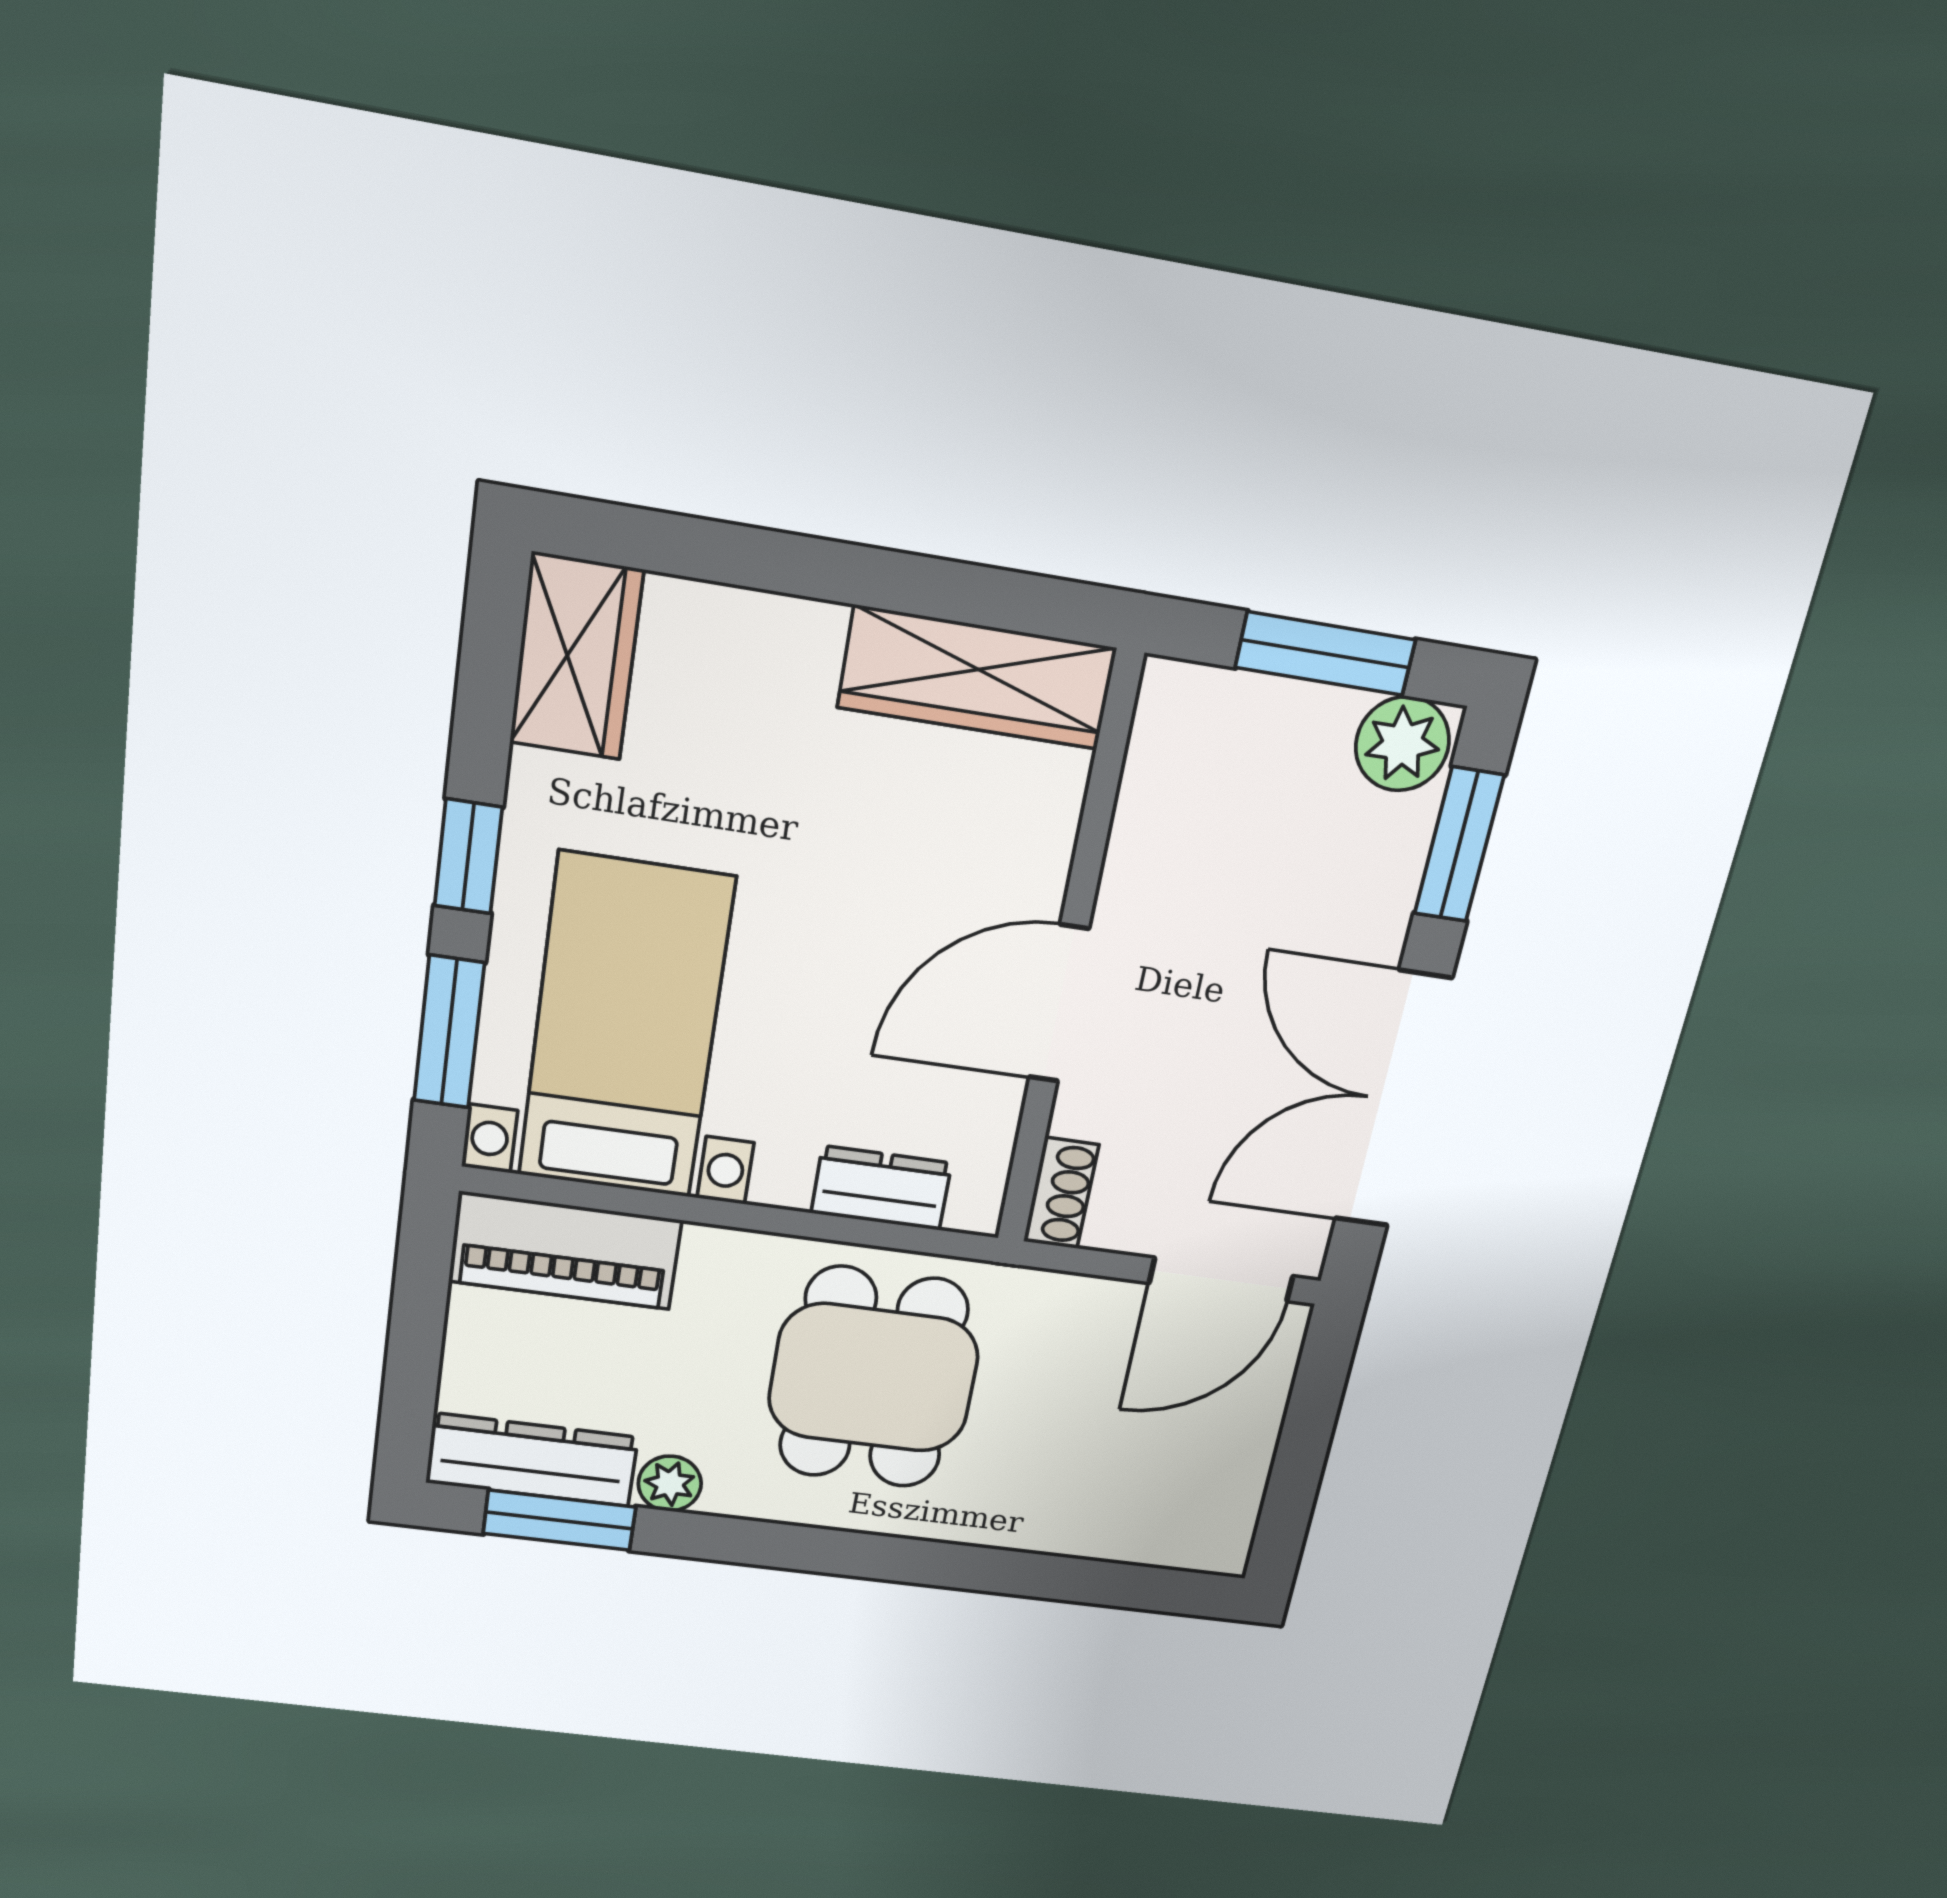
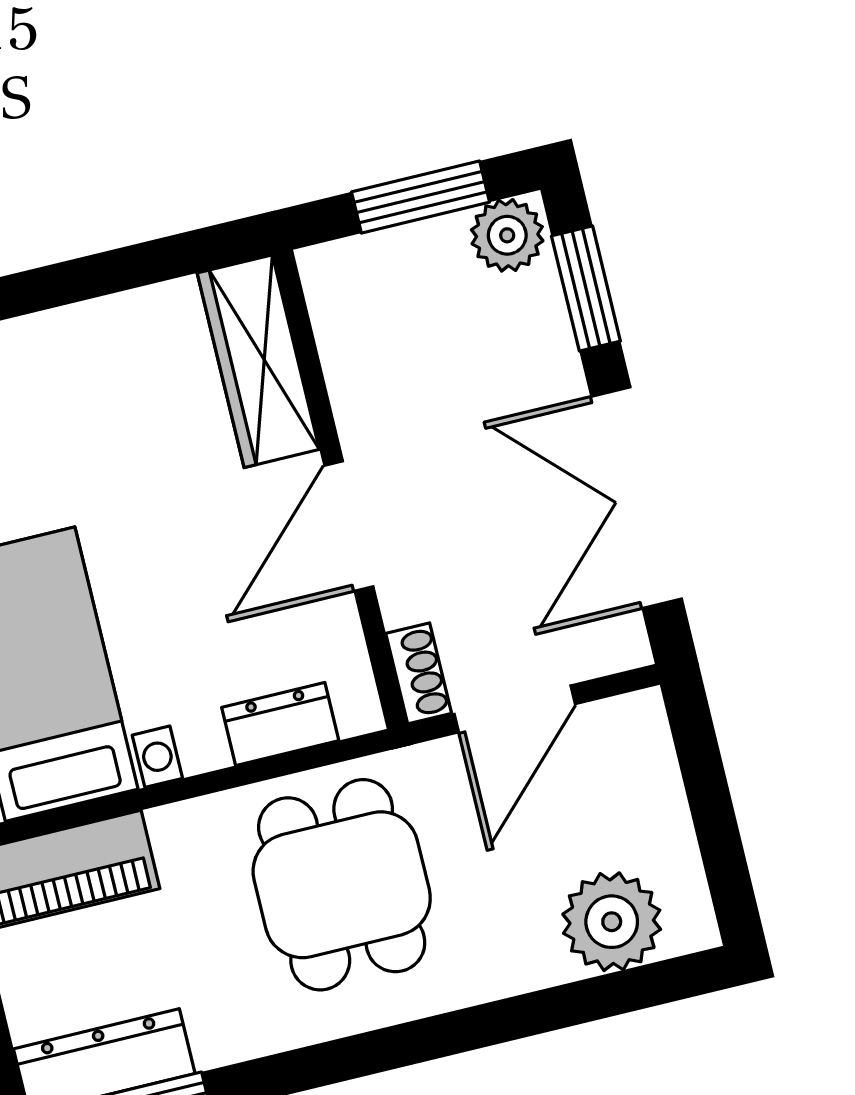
wardrobe: (977, 678) -> (258, 361), moved, turned 90
door: (1221, 1280) -> (515, 709), moved
plant: (670, 1484) -> (612, 922), moved, width x1.88, depth x1.88

